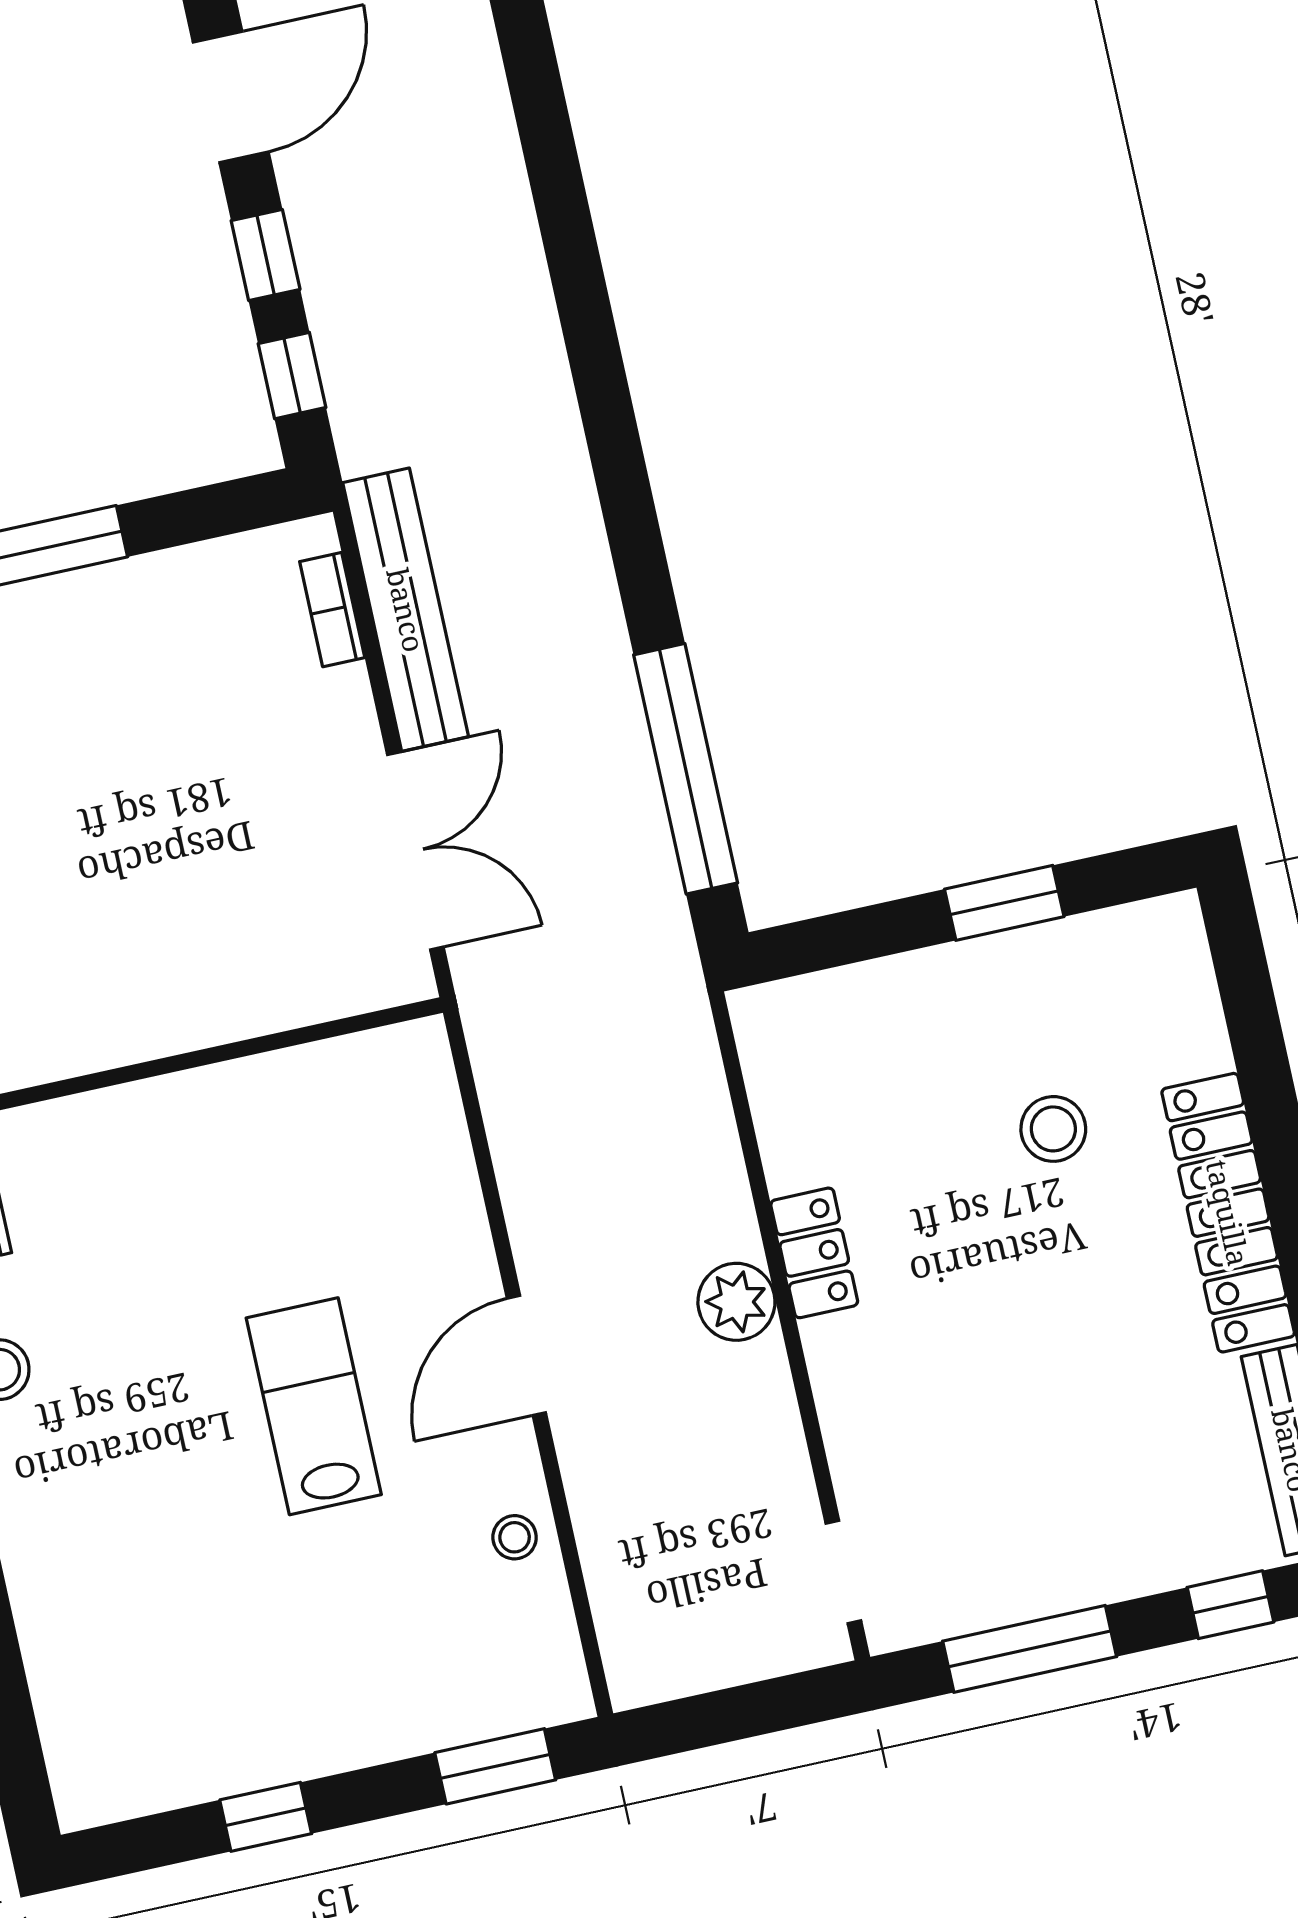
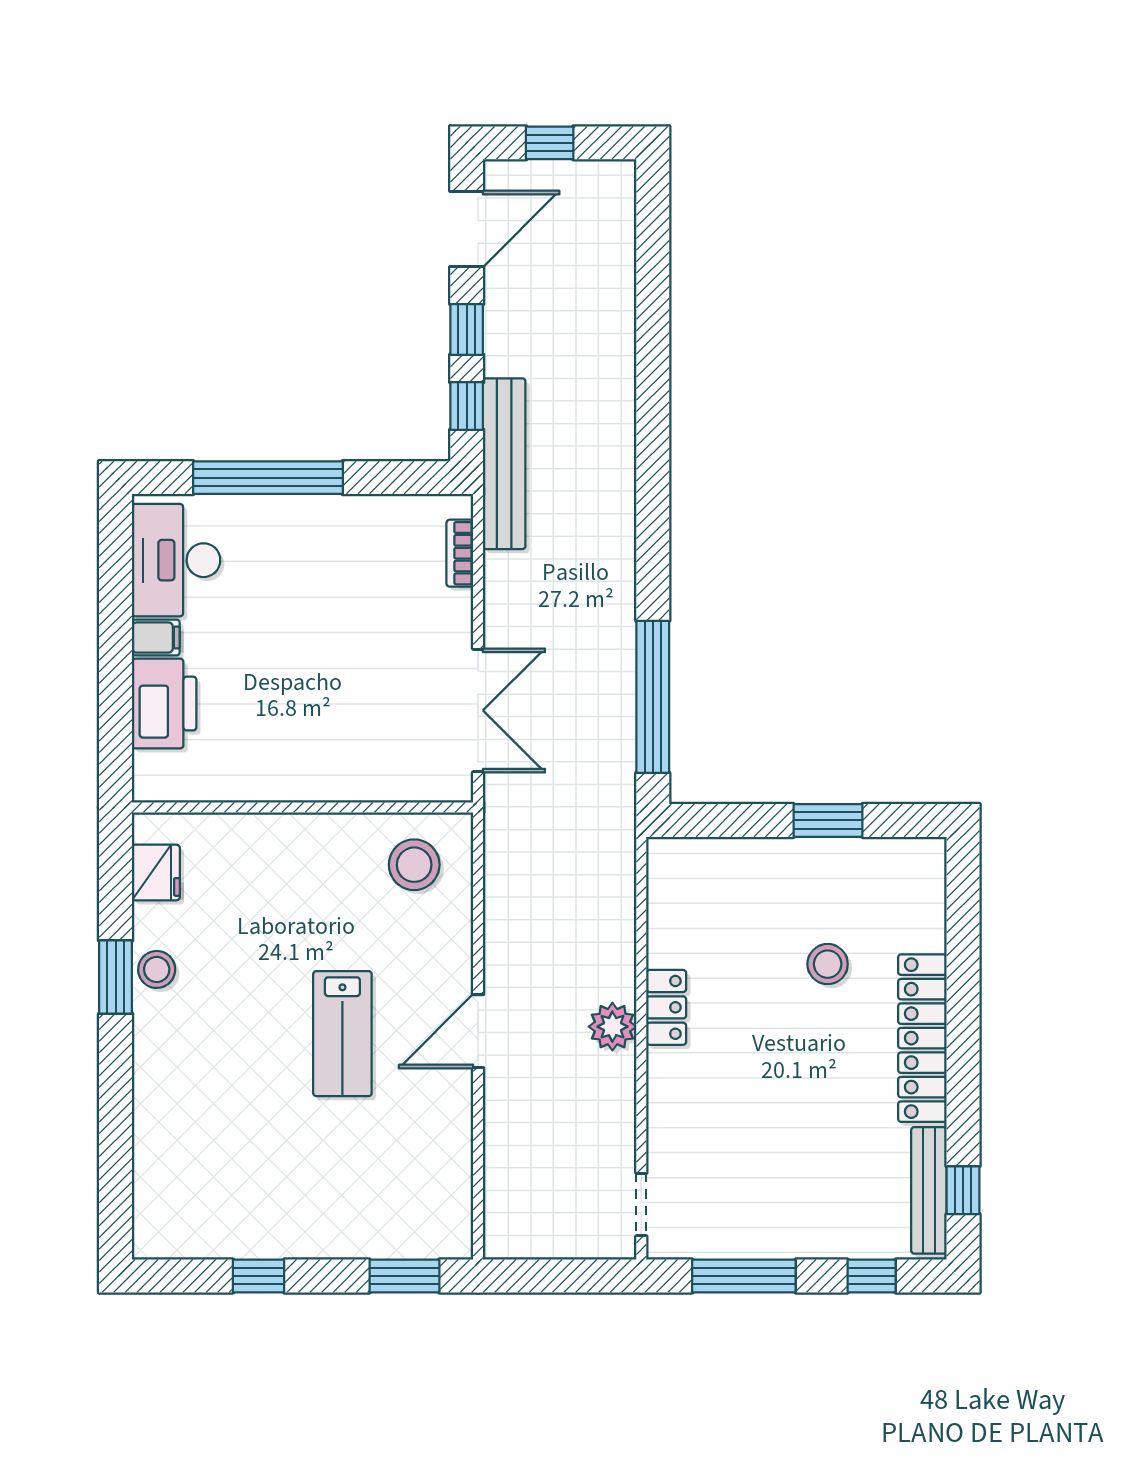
bench: (406, 610) -> (504, 464), moved
lab bench: (314, 1406) -> (342, 1034), turned 180
stool: (515, 1537) -> (414, 865), moved, width x1.89, depth x1.89

